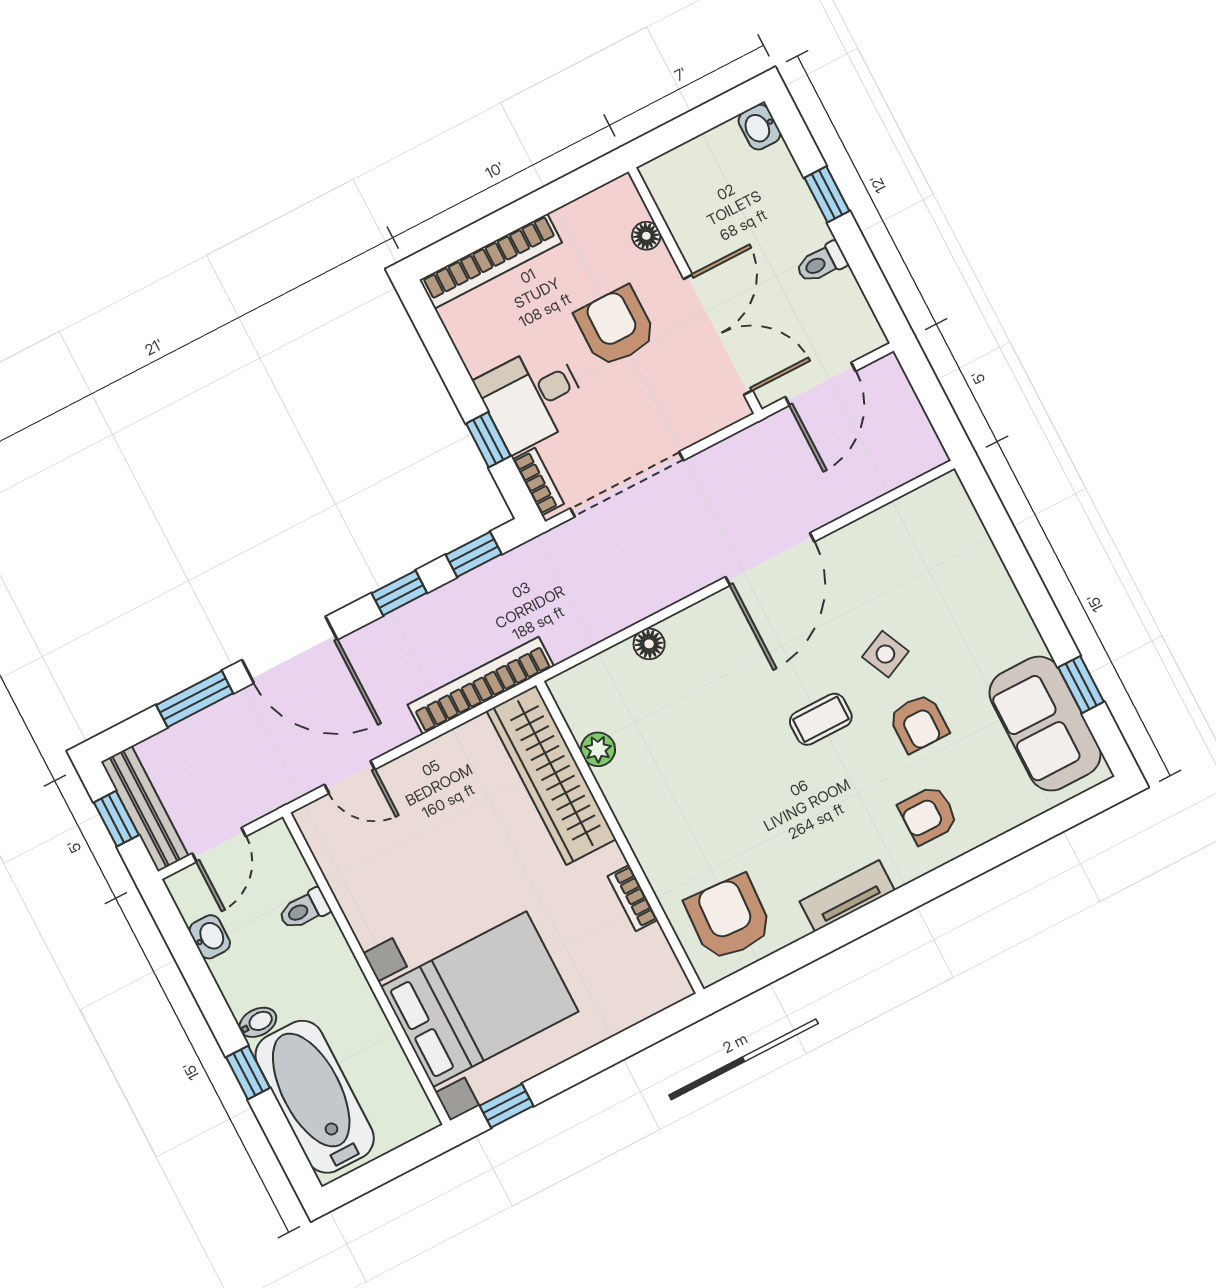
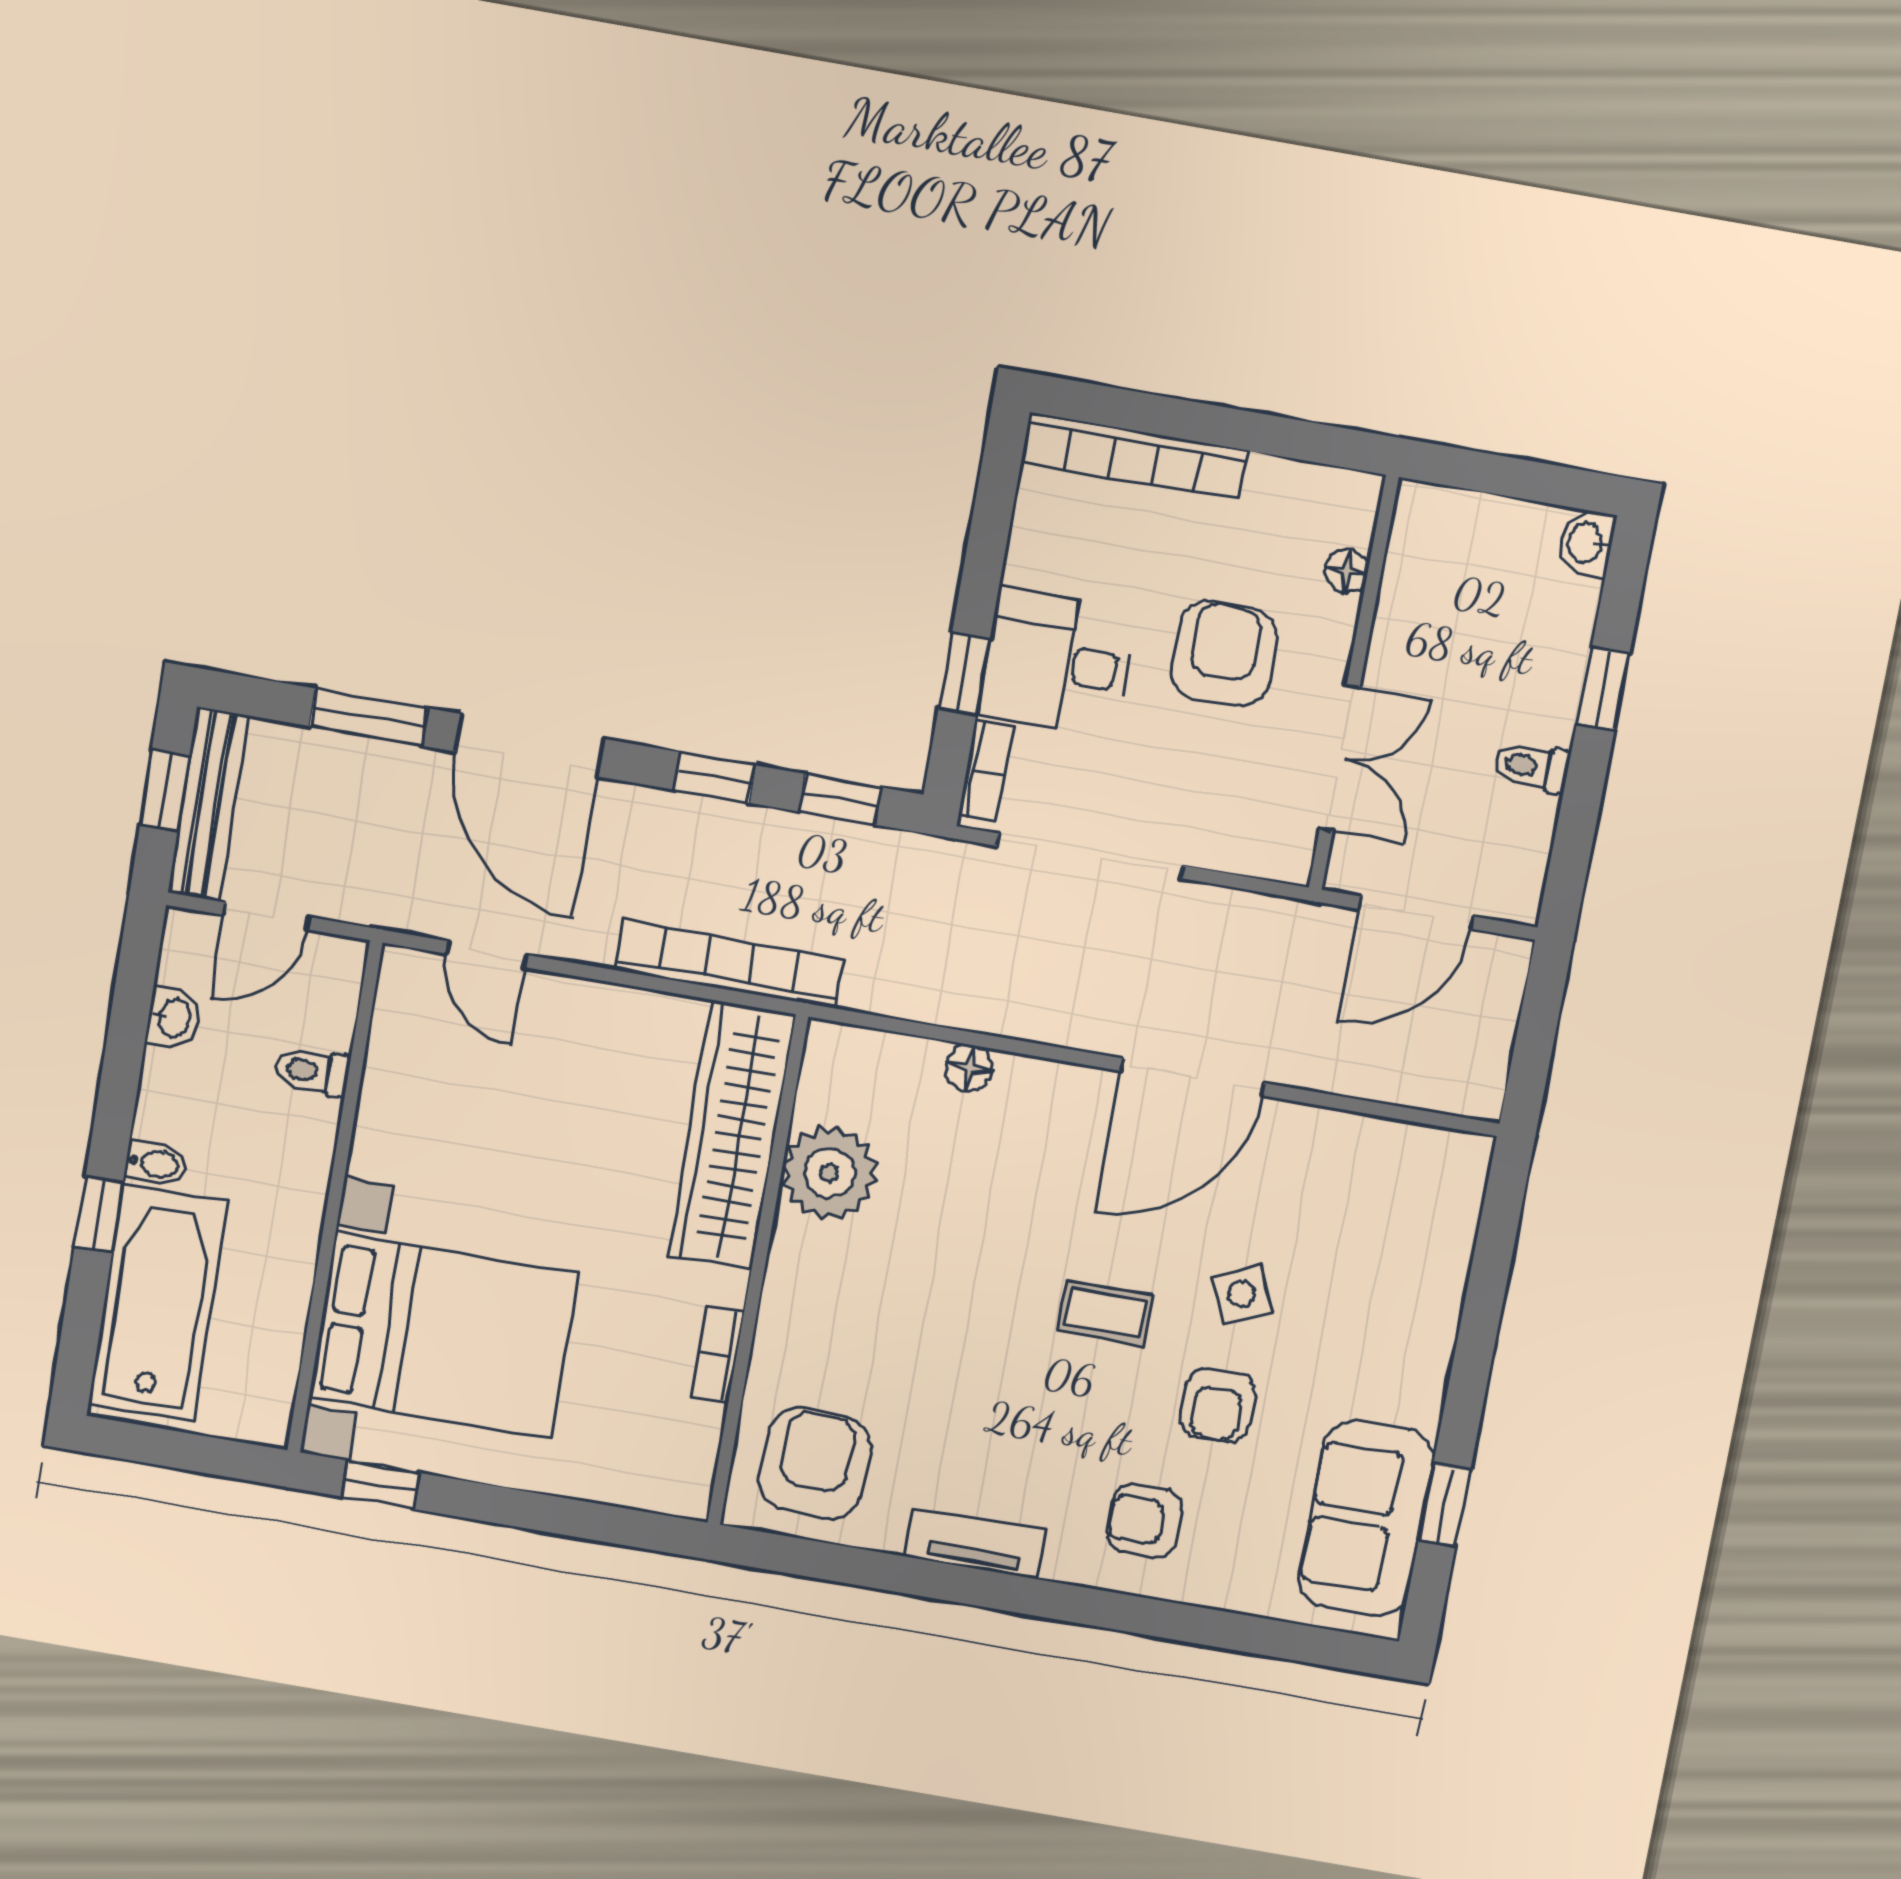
double door: (718, 335) -> (1340, 758), width x0.73
plant: (598, 749) -> (830, 1173), width x1.87, depth x1.87

